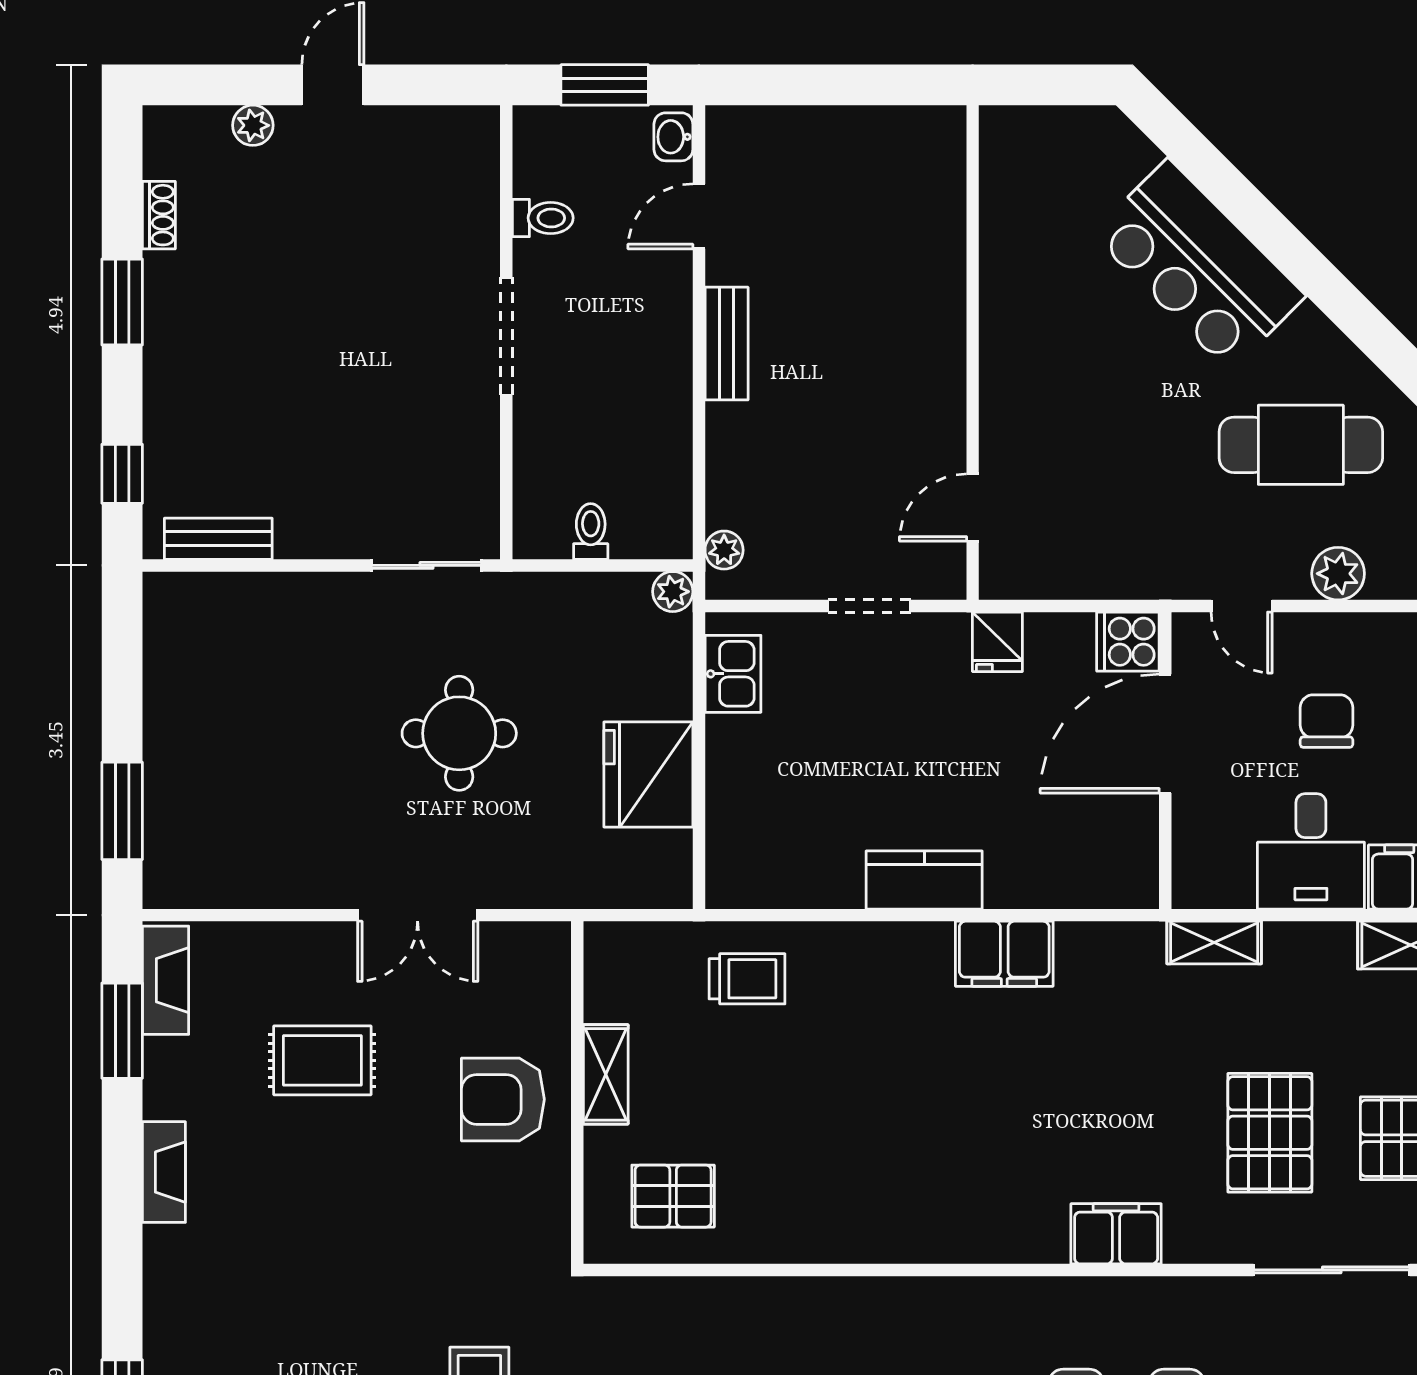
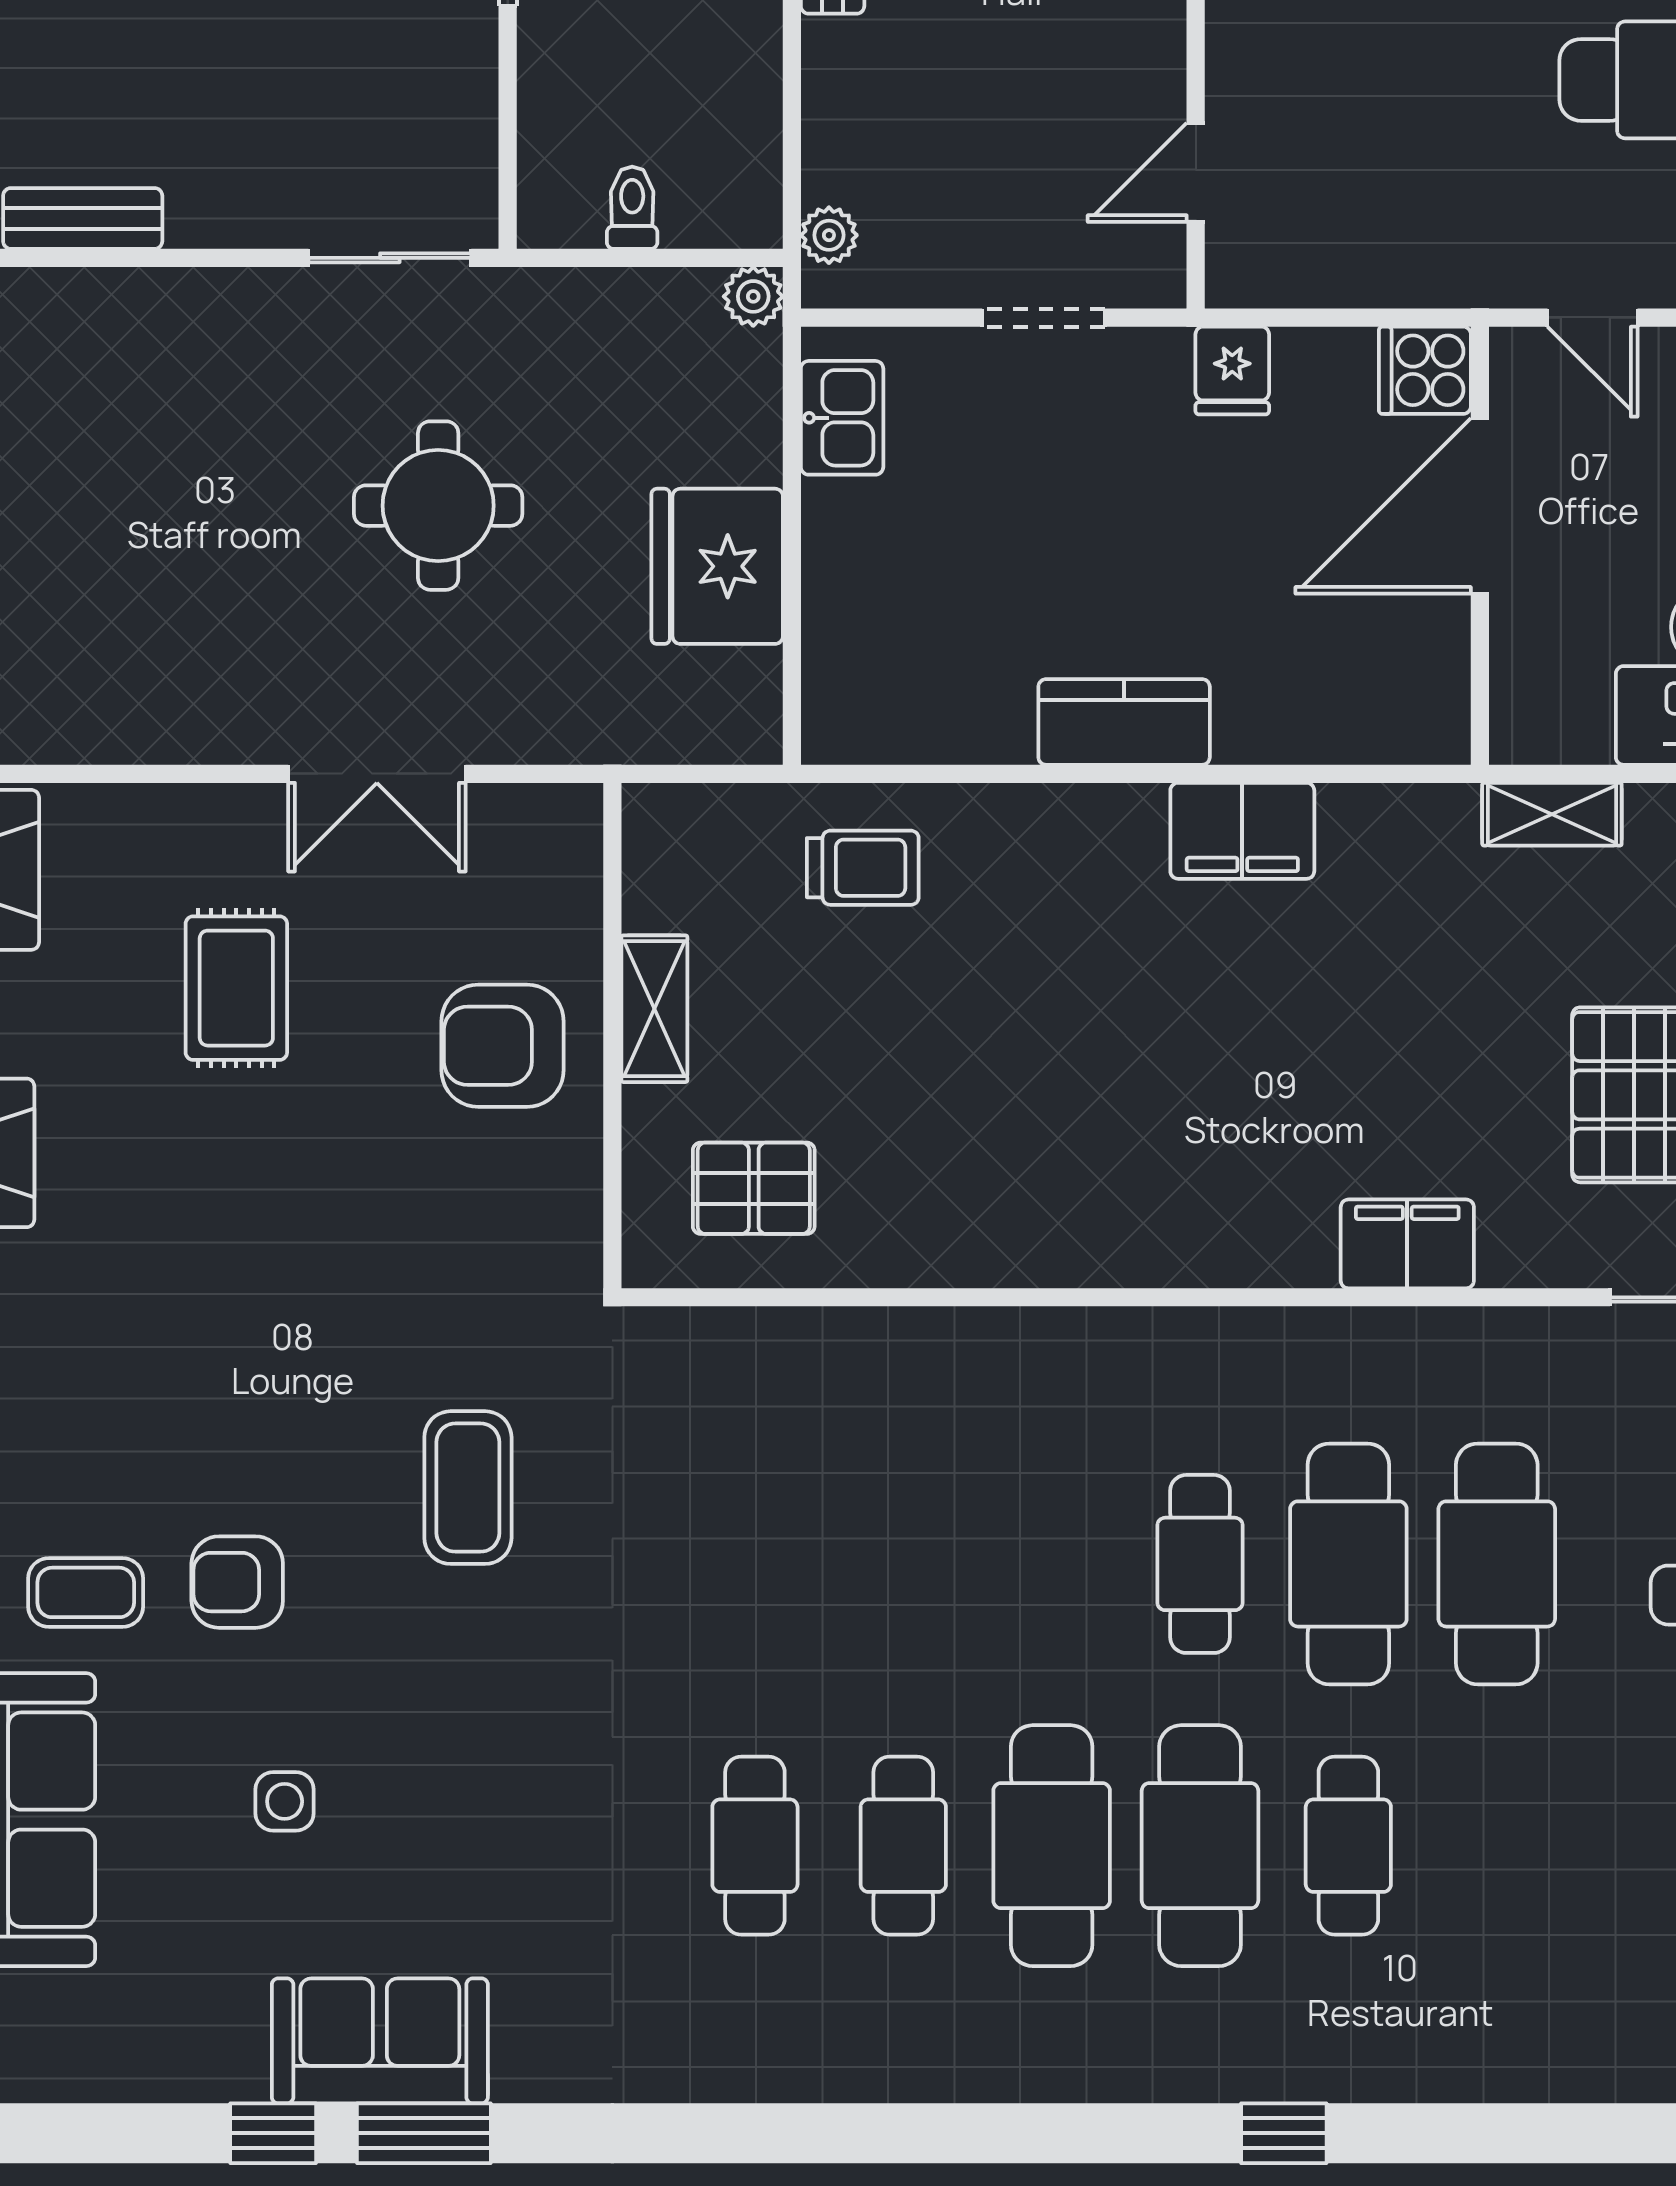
rug: (322, 1060) -> (236, 988), turned 90

